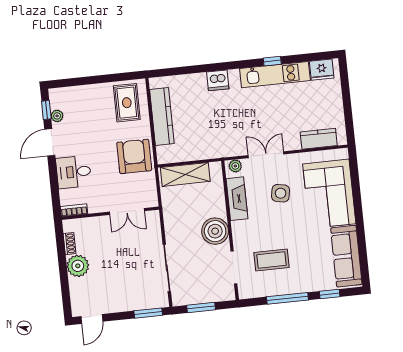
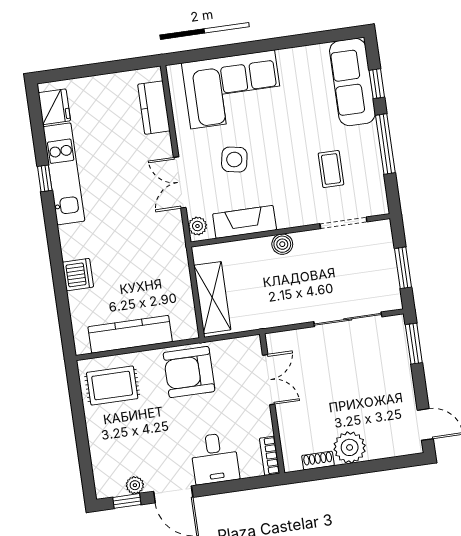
dishwasher: (218, 80) -> (78, 275), moved
boiler: (215, 231) -> (282, 244), width x0.54, depth x0.54
sofa: (346, 256) -> (352, 82), moved, turned 90
coffee table: (272, 260) -> (331, 169), width x0.73, depth x0.77

